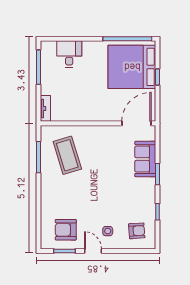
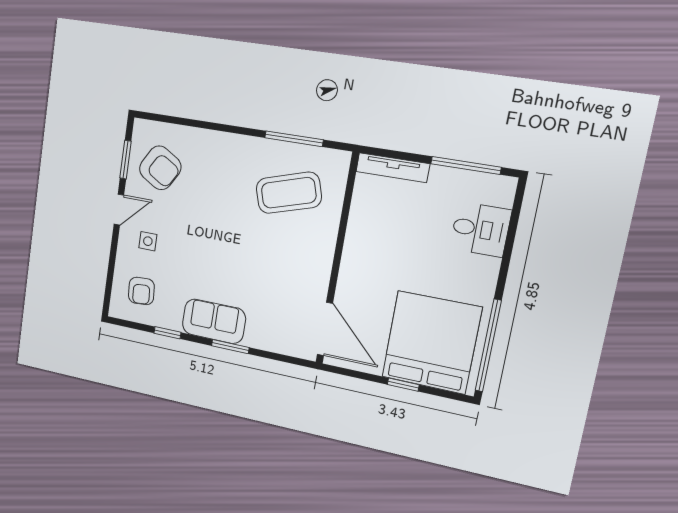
tv unit: (45, 108) -> (393, 168), width x1.41
sofa: (145, 159) -> (214, 321), moved
armchair: (66, 230) -> (160, 168), turned 121

